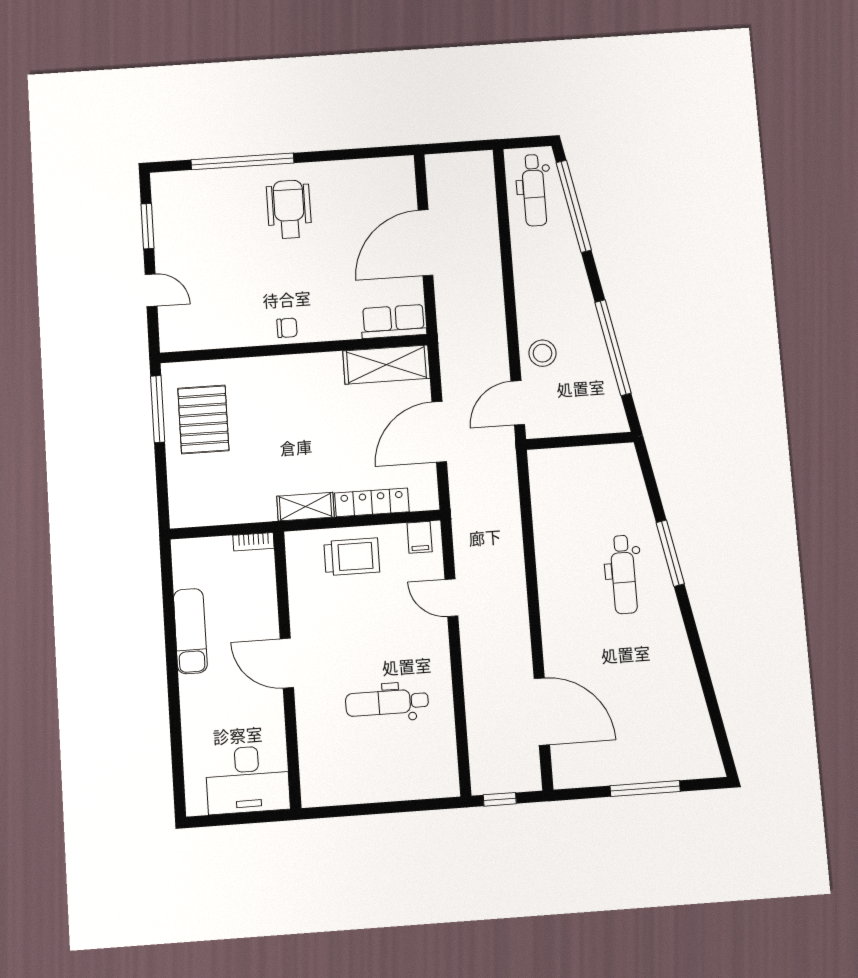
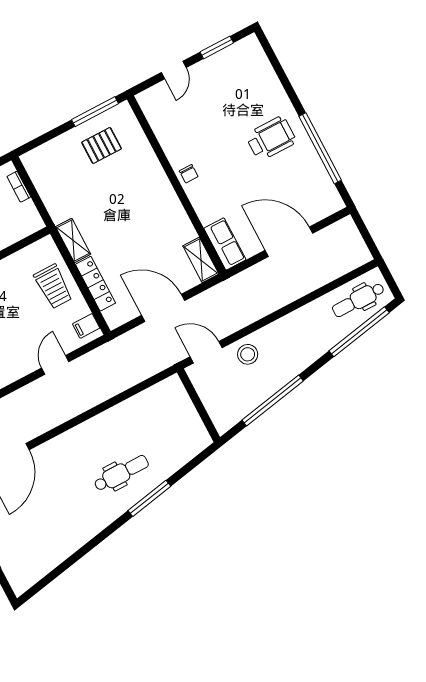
window: (242, 161) -> (320, 148), moved
shelving: (386, 365) -> (201, 260), width x0.67, depth x0.75
pallet: (203, 419) -> (102, 146), width x0.67, depth x0.71
bookcase: (254, 542) -> (19, 187), moved
dental chair: (623, 574) -> (121, 473), turned 180

